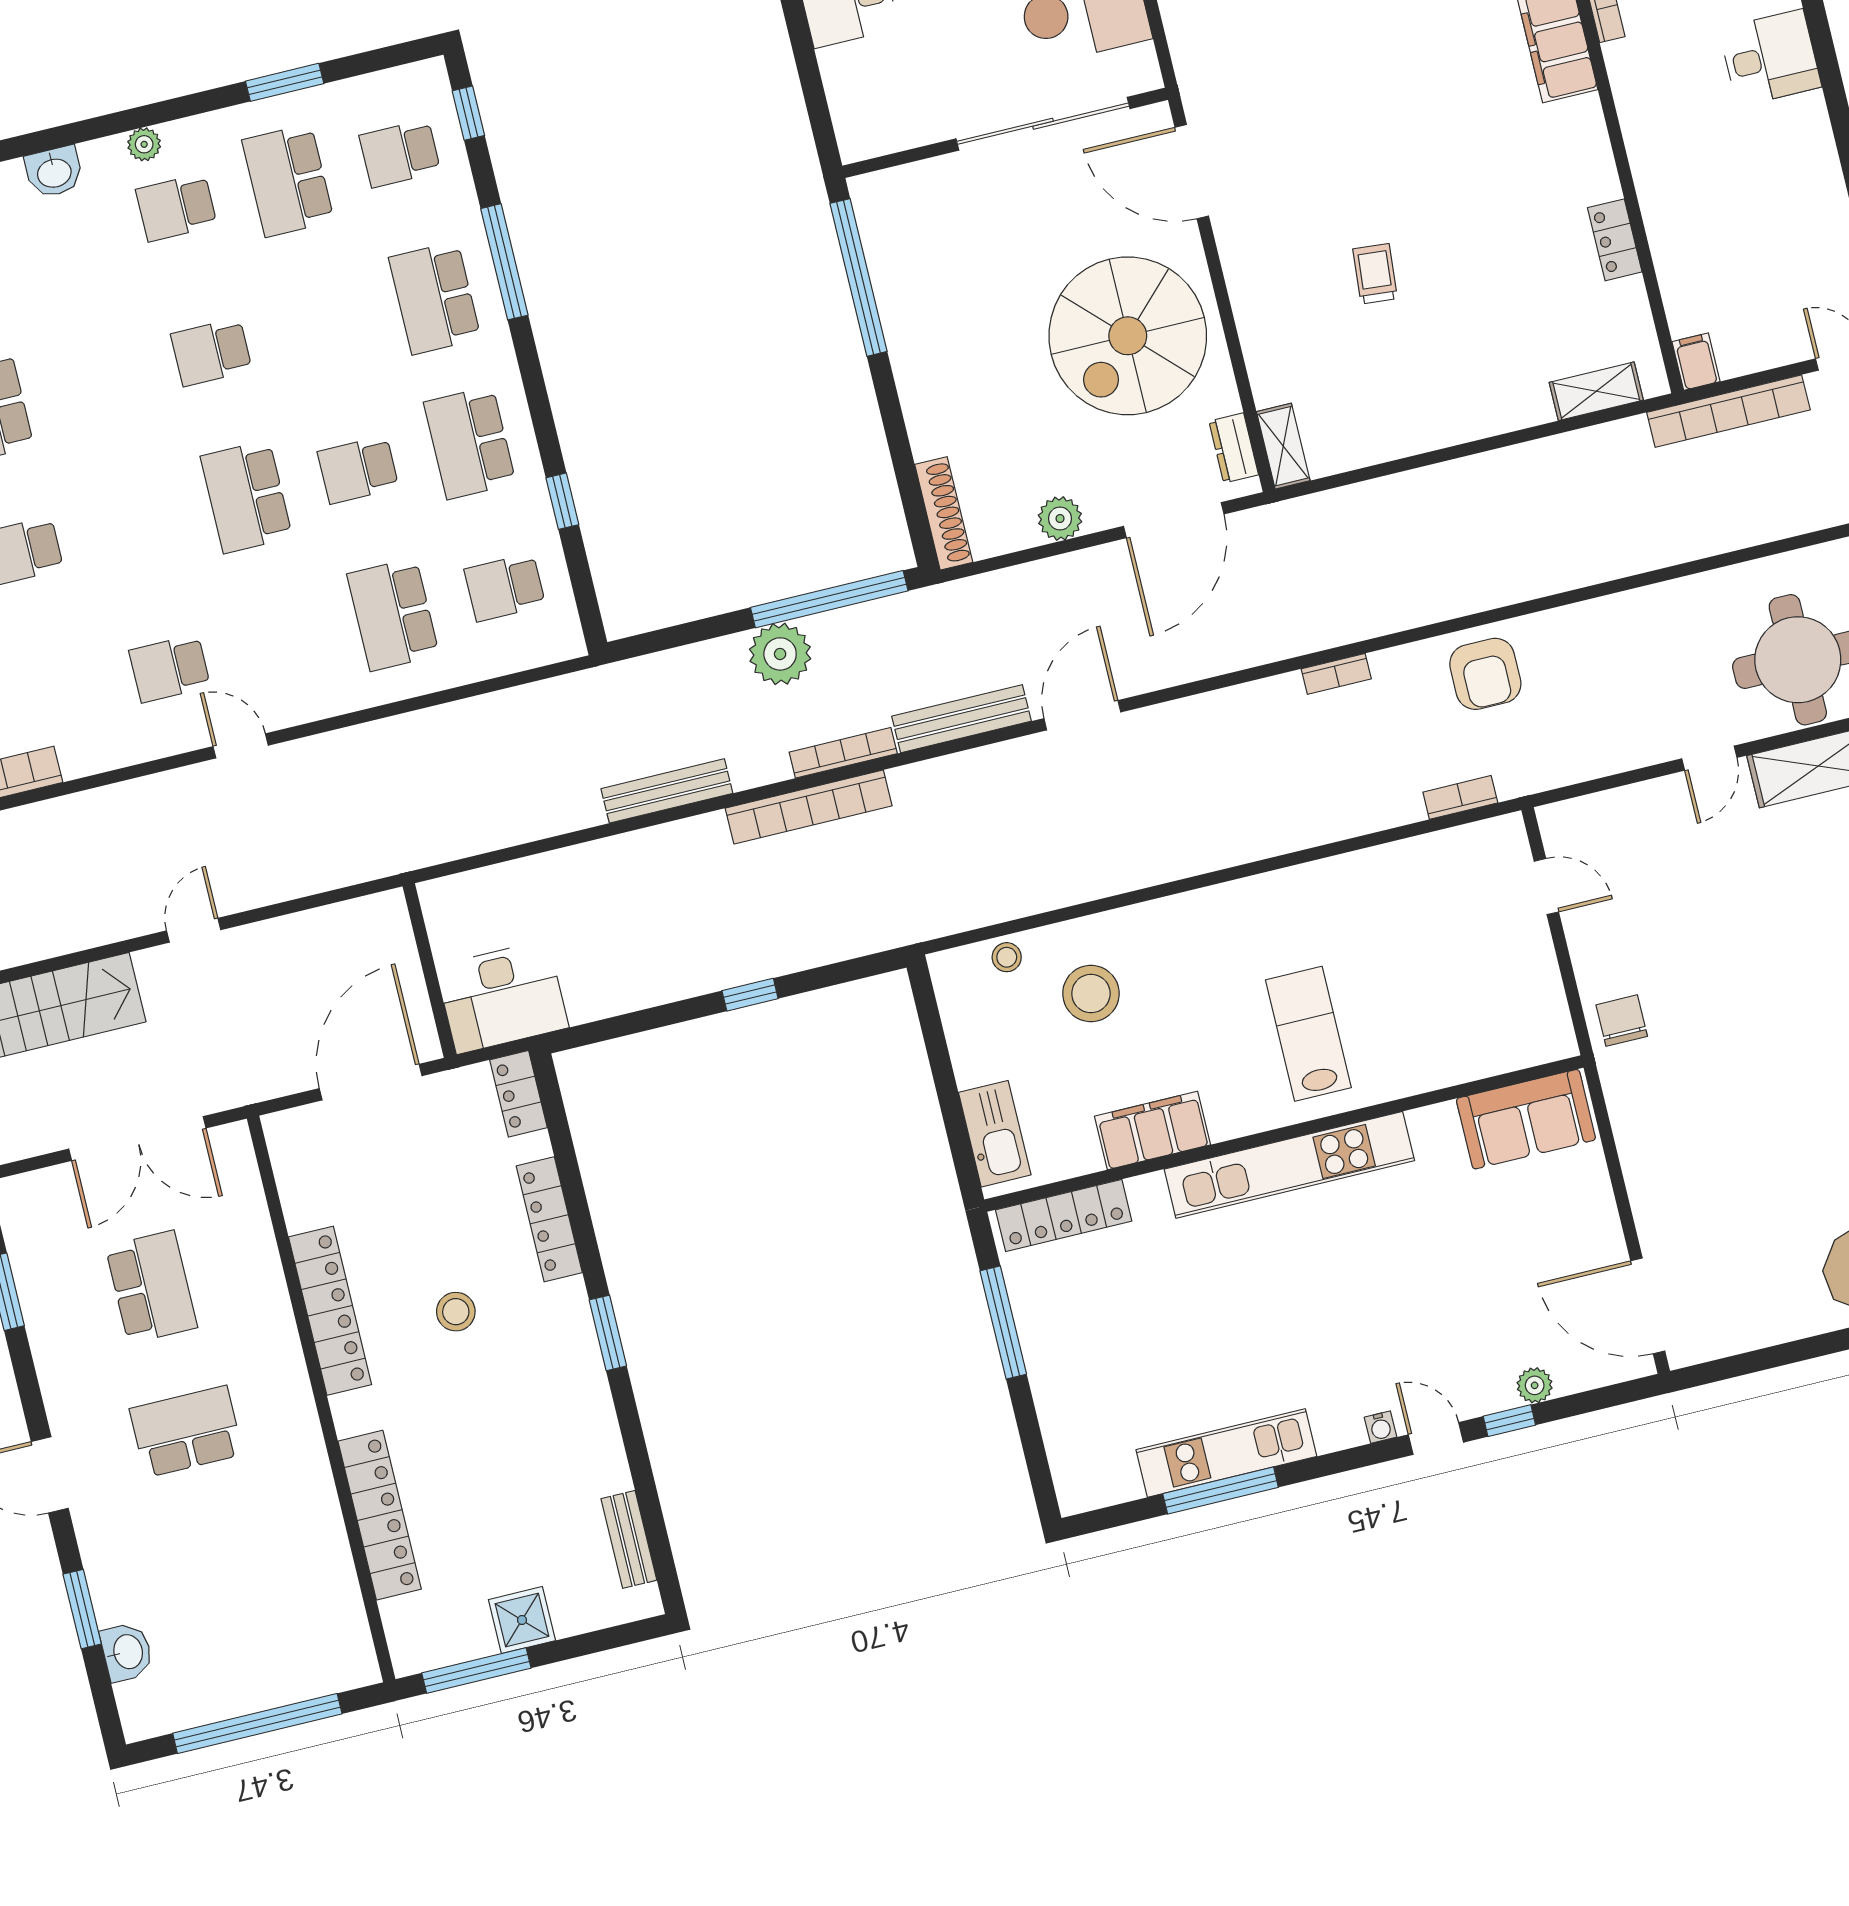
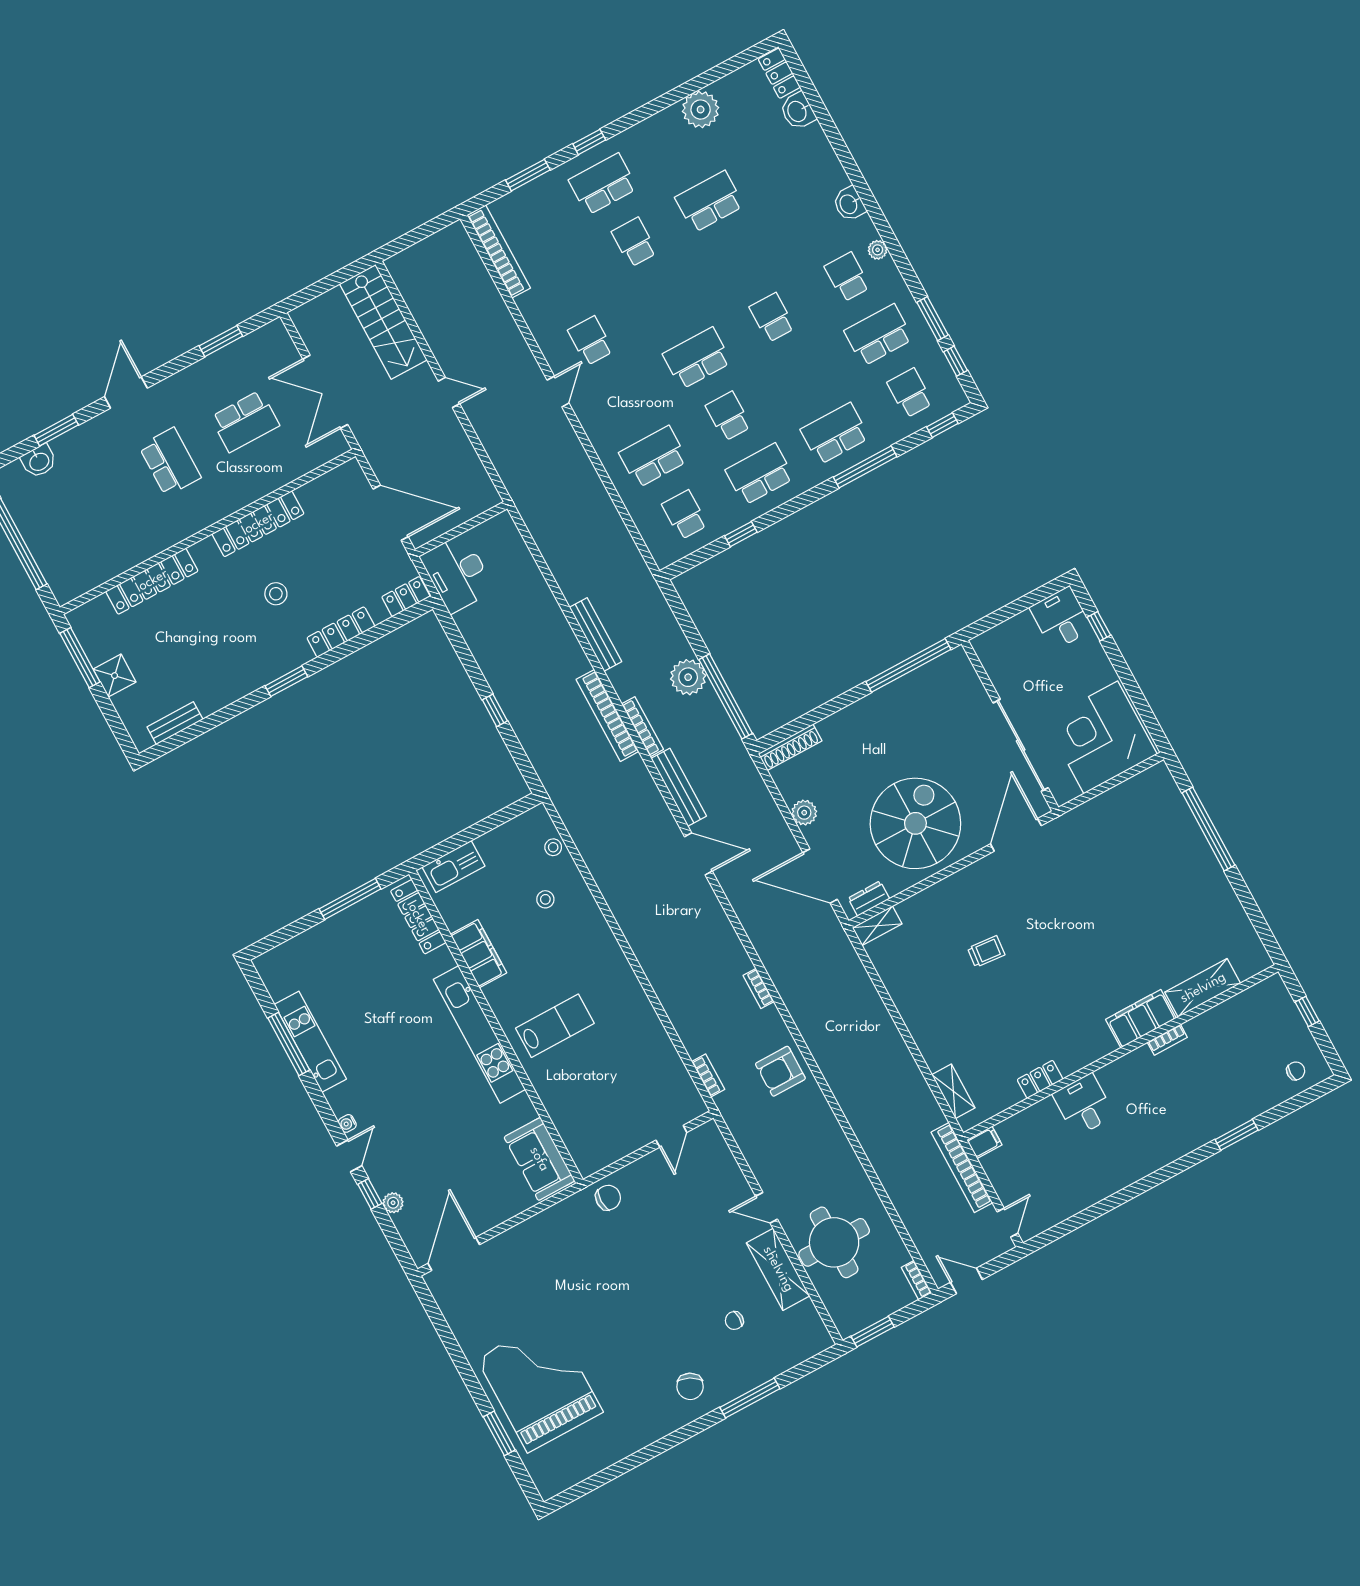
desk: (1770, 58) -> (1084, 1105), moved, turned 180
window: (366, 63) -> (955, 361), added
spiral stairs: (1128, 336) -> (915, 823), turned 90
stool: (1091, 994) -> (545, 899), width x0.53, depth x0.53

